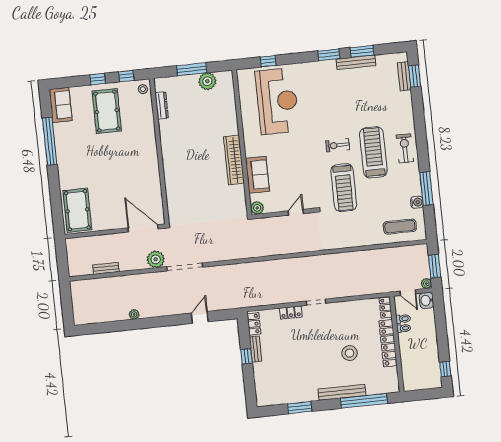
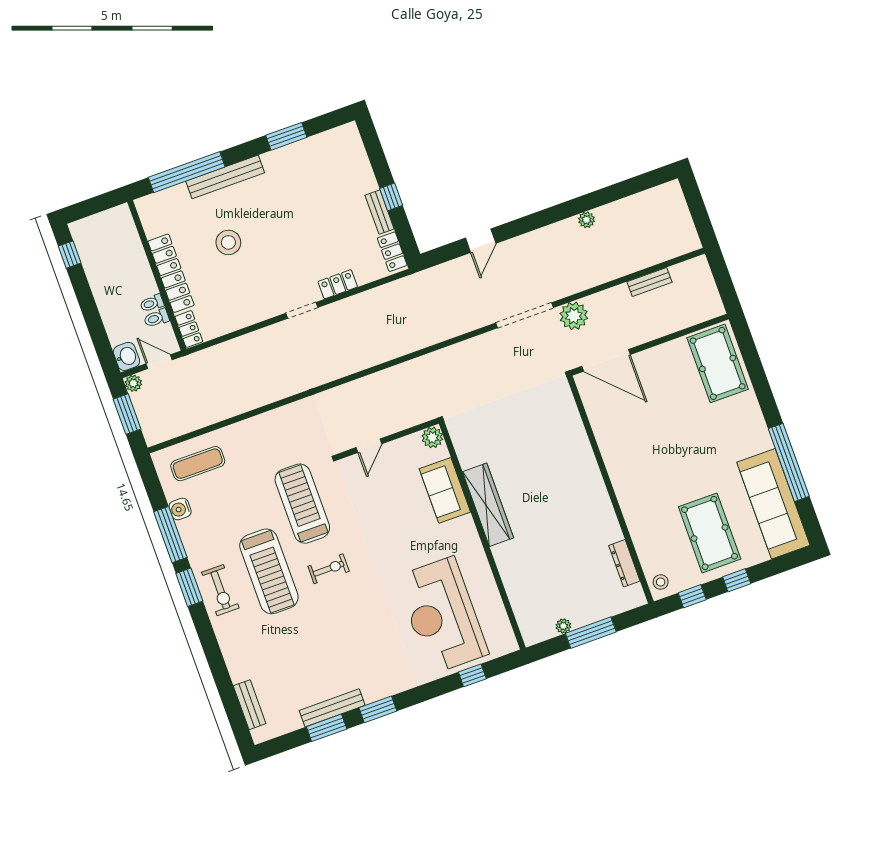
window: (415, 76) -> (189, 587), moved
plant: (207, 81) -> (563, 626), width x0.53, depth x0.53
sofa: (61, 105) -> (773, 504), width x1.85, depth x1.27

